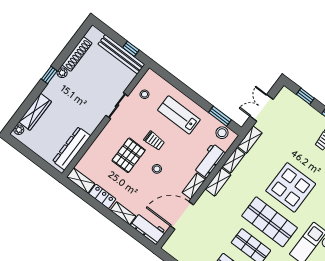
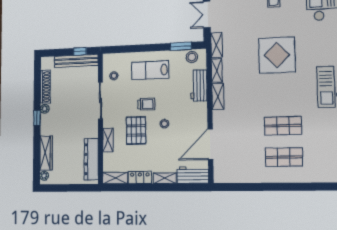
sliding door: (117, 106) -> (100, 101), width x1.37
shelving: (194, 186) -> (108, 140), moved
shop shelf: (270, 222) -> (282, 95), removed

